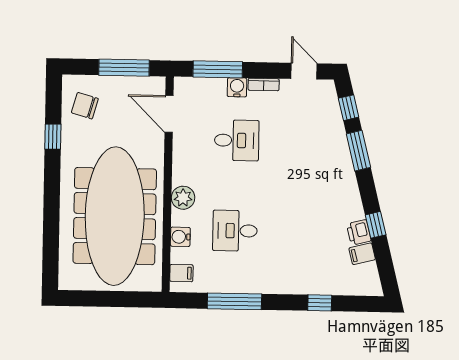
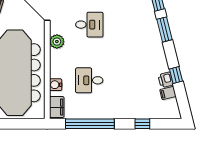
plant: (183, 198) -> (57, 42), moved
filing cabinet: (181, 273) -> (57, 107), width x2.00
window: (234, 301) -> (90, 124), width x1.46

